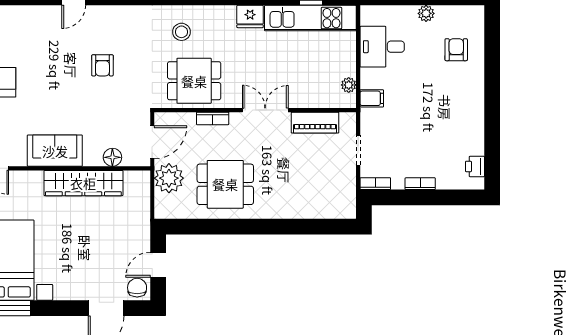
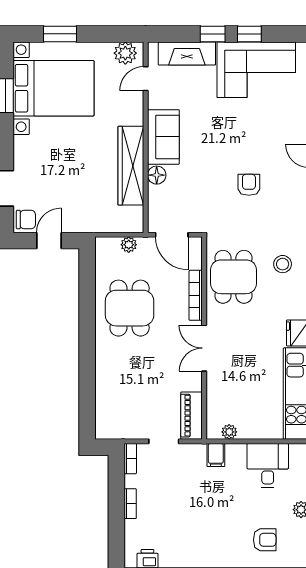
armchair: (102, 65) -> (249, 185), turned 90
double door: (265, 110) -> (204, 348), swing flipped
bookcase: (213, 118) -> (196, 295), width x1.56
piano: (315, 123) -> (191, 416), moved
floor lamp: (112, 157) -> (157, 175), moved
plant: (169, 178) -> (129, 245), width x0.53, depth x0.53
door: (158, 265) -> (49, 241), hinge flipped

